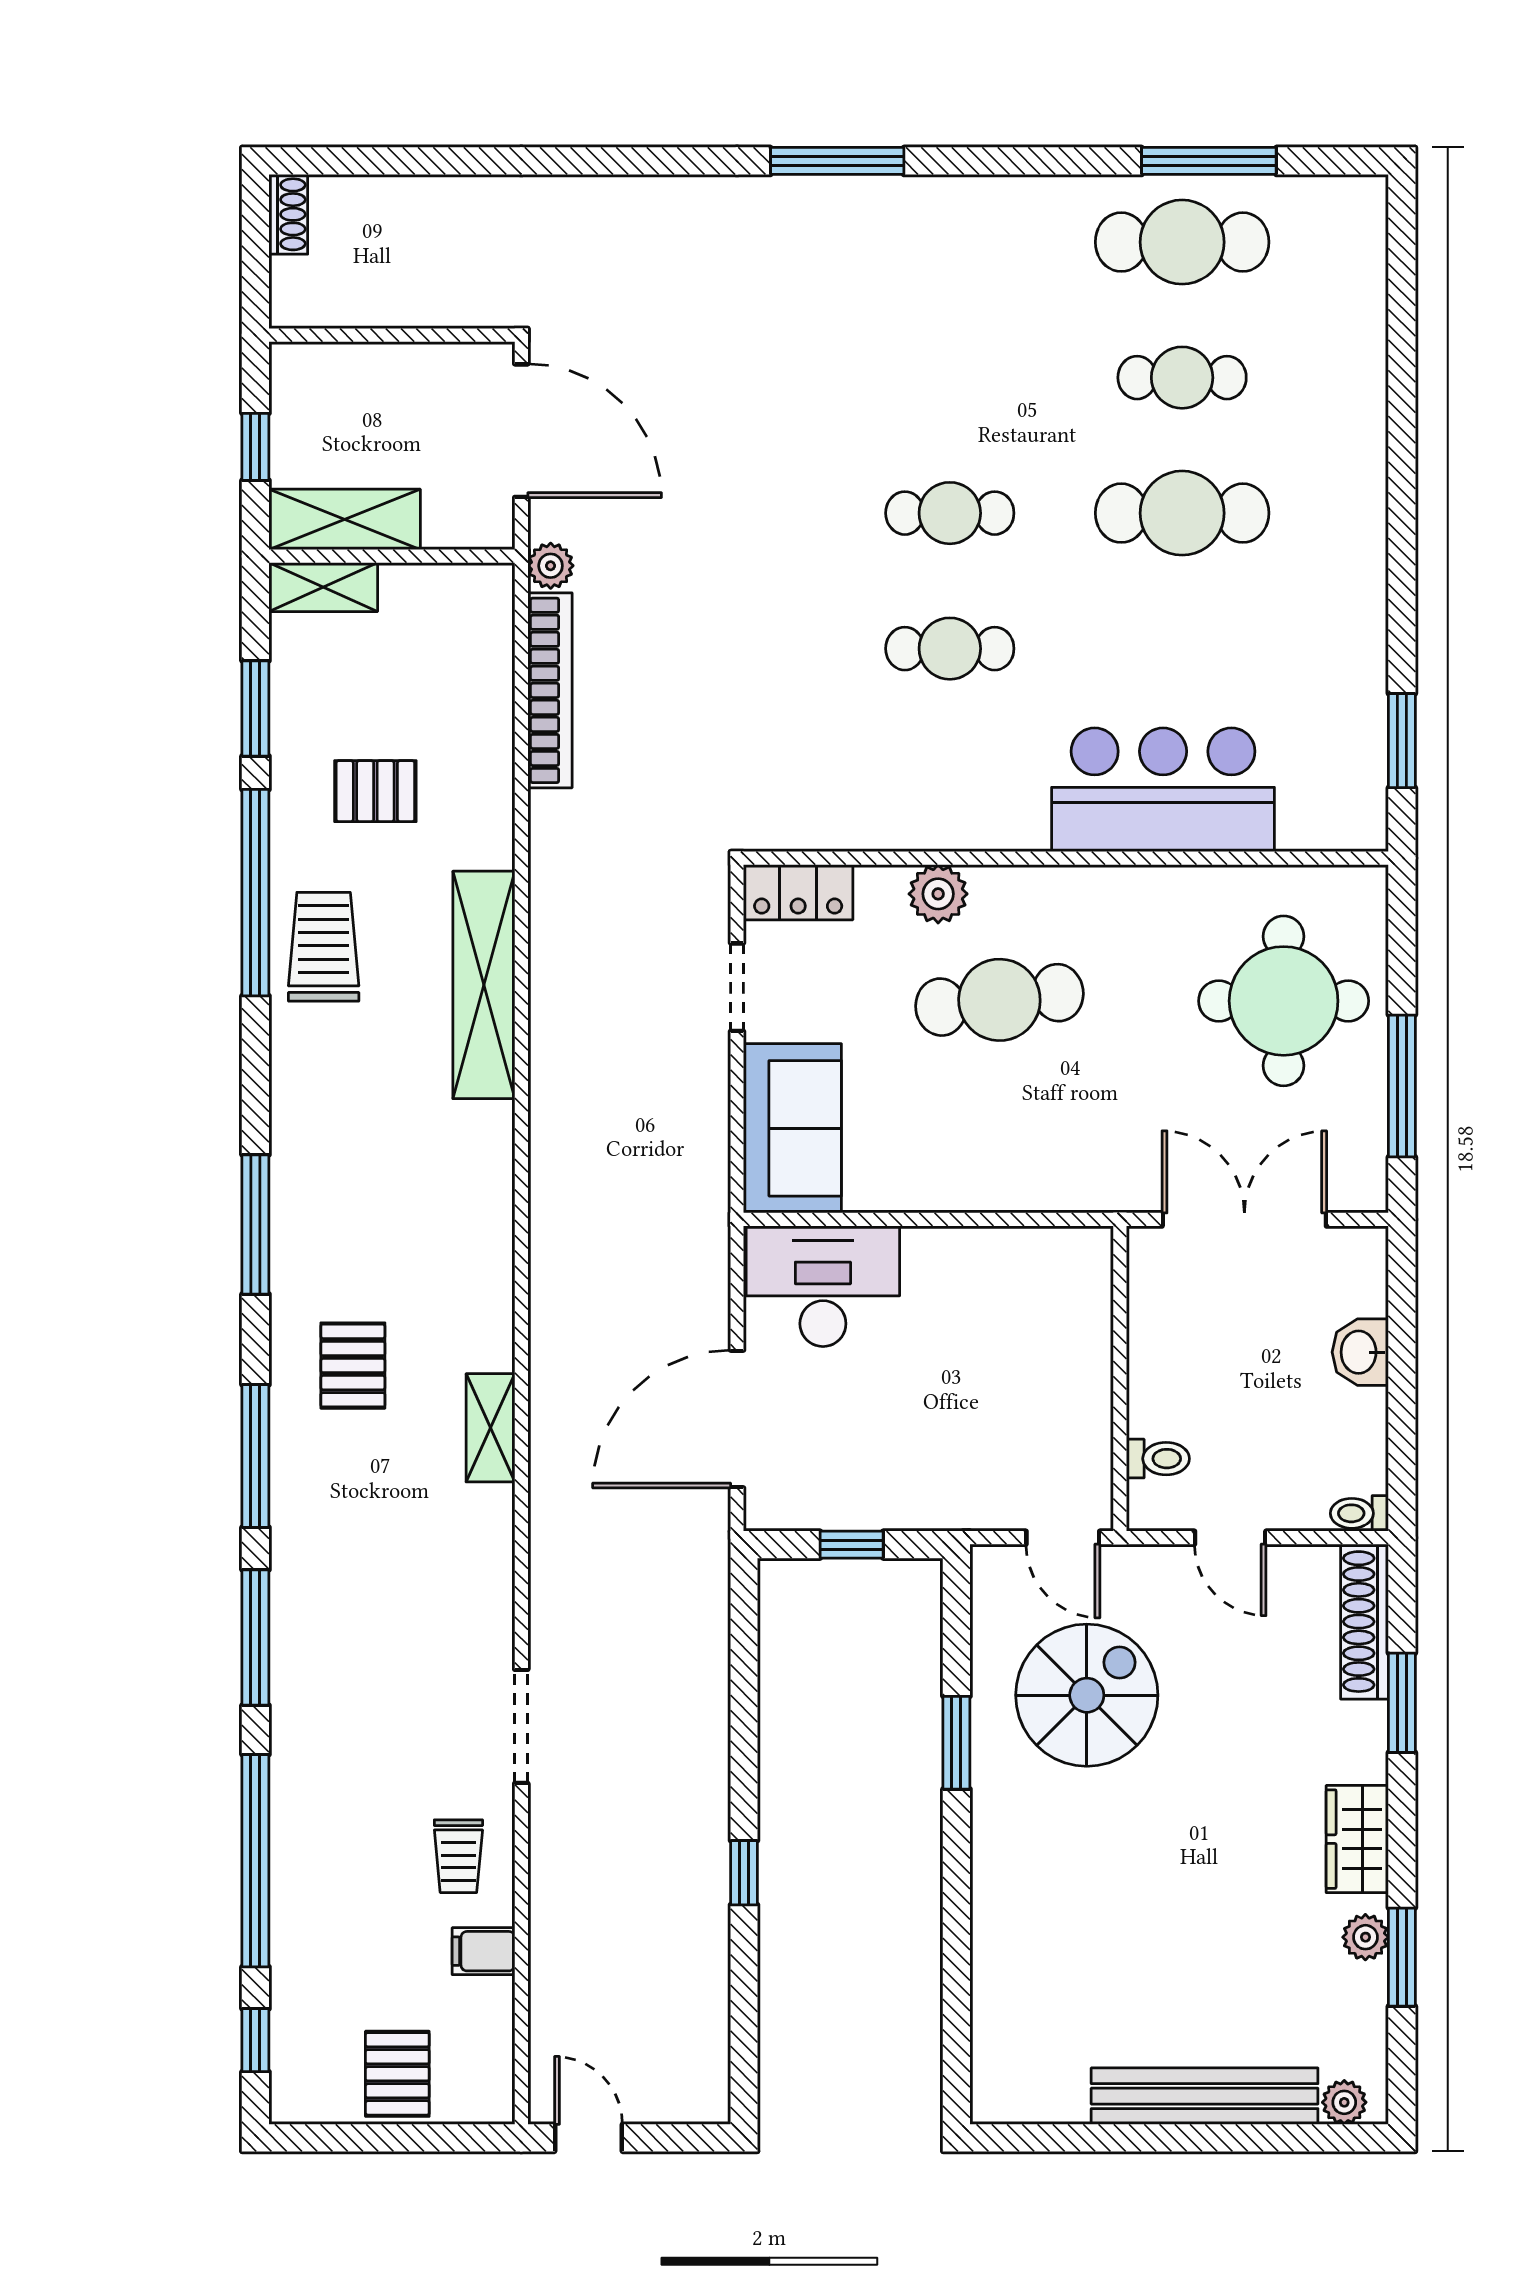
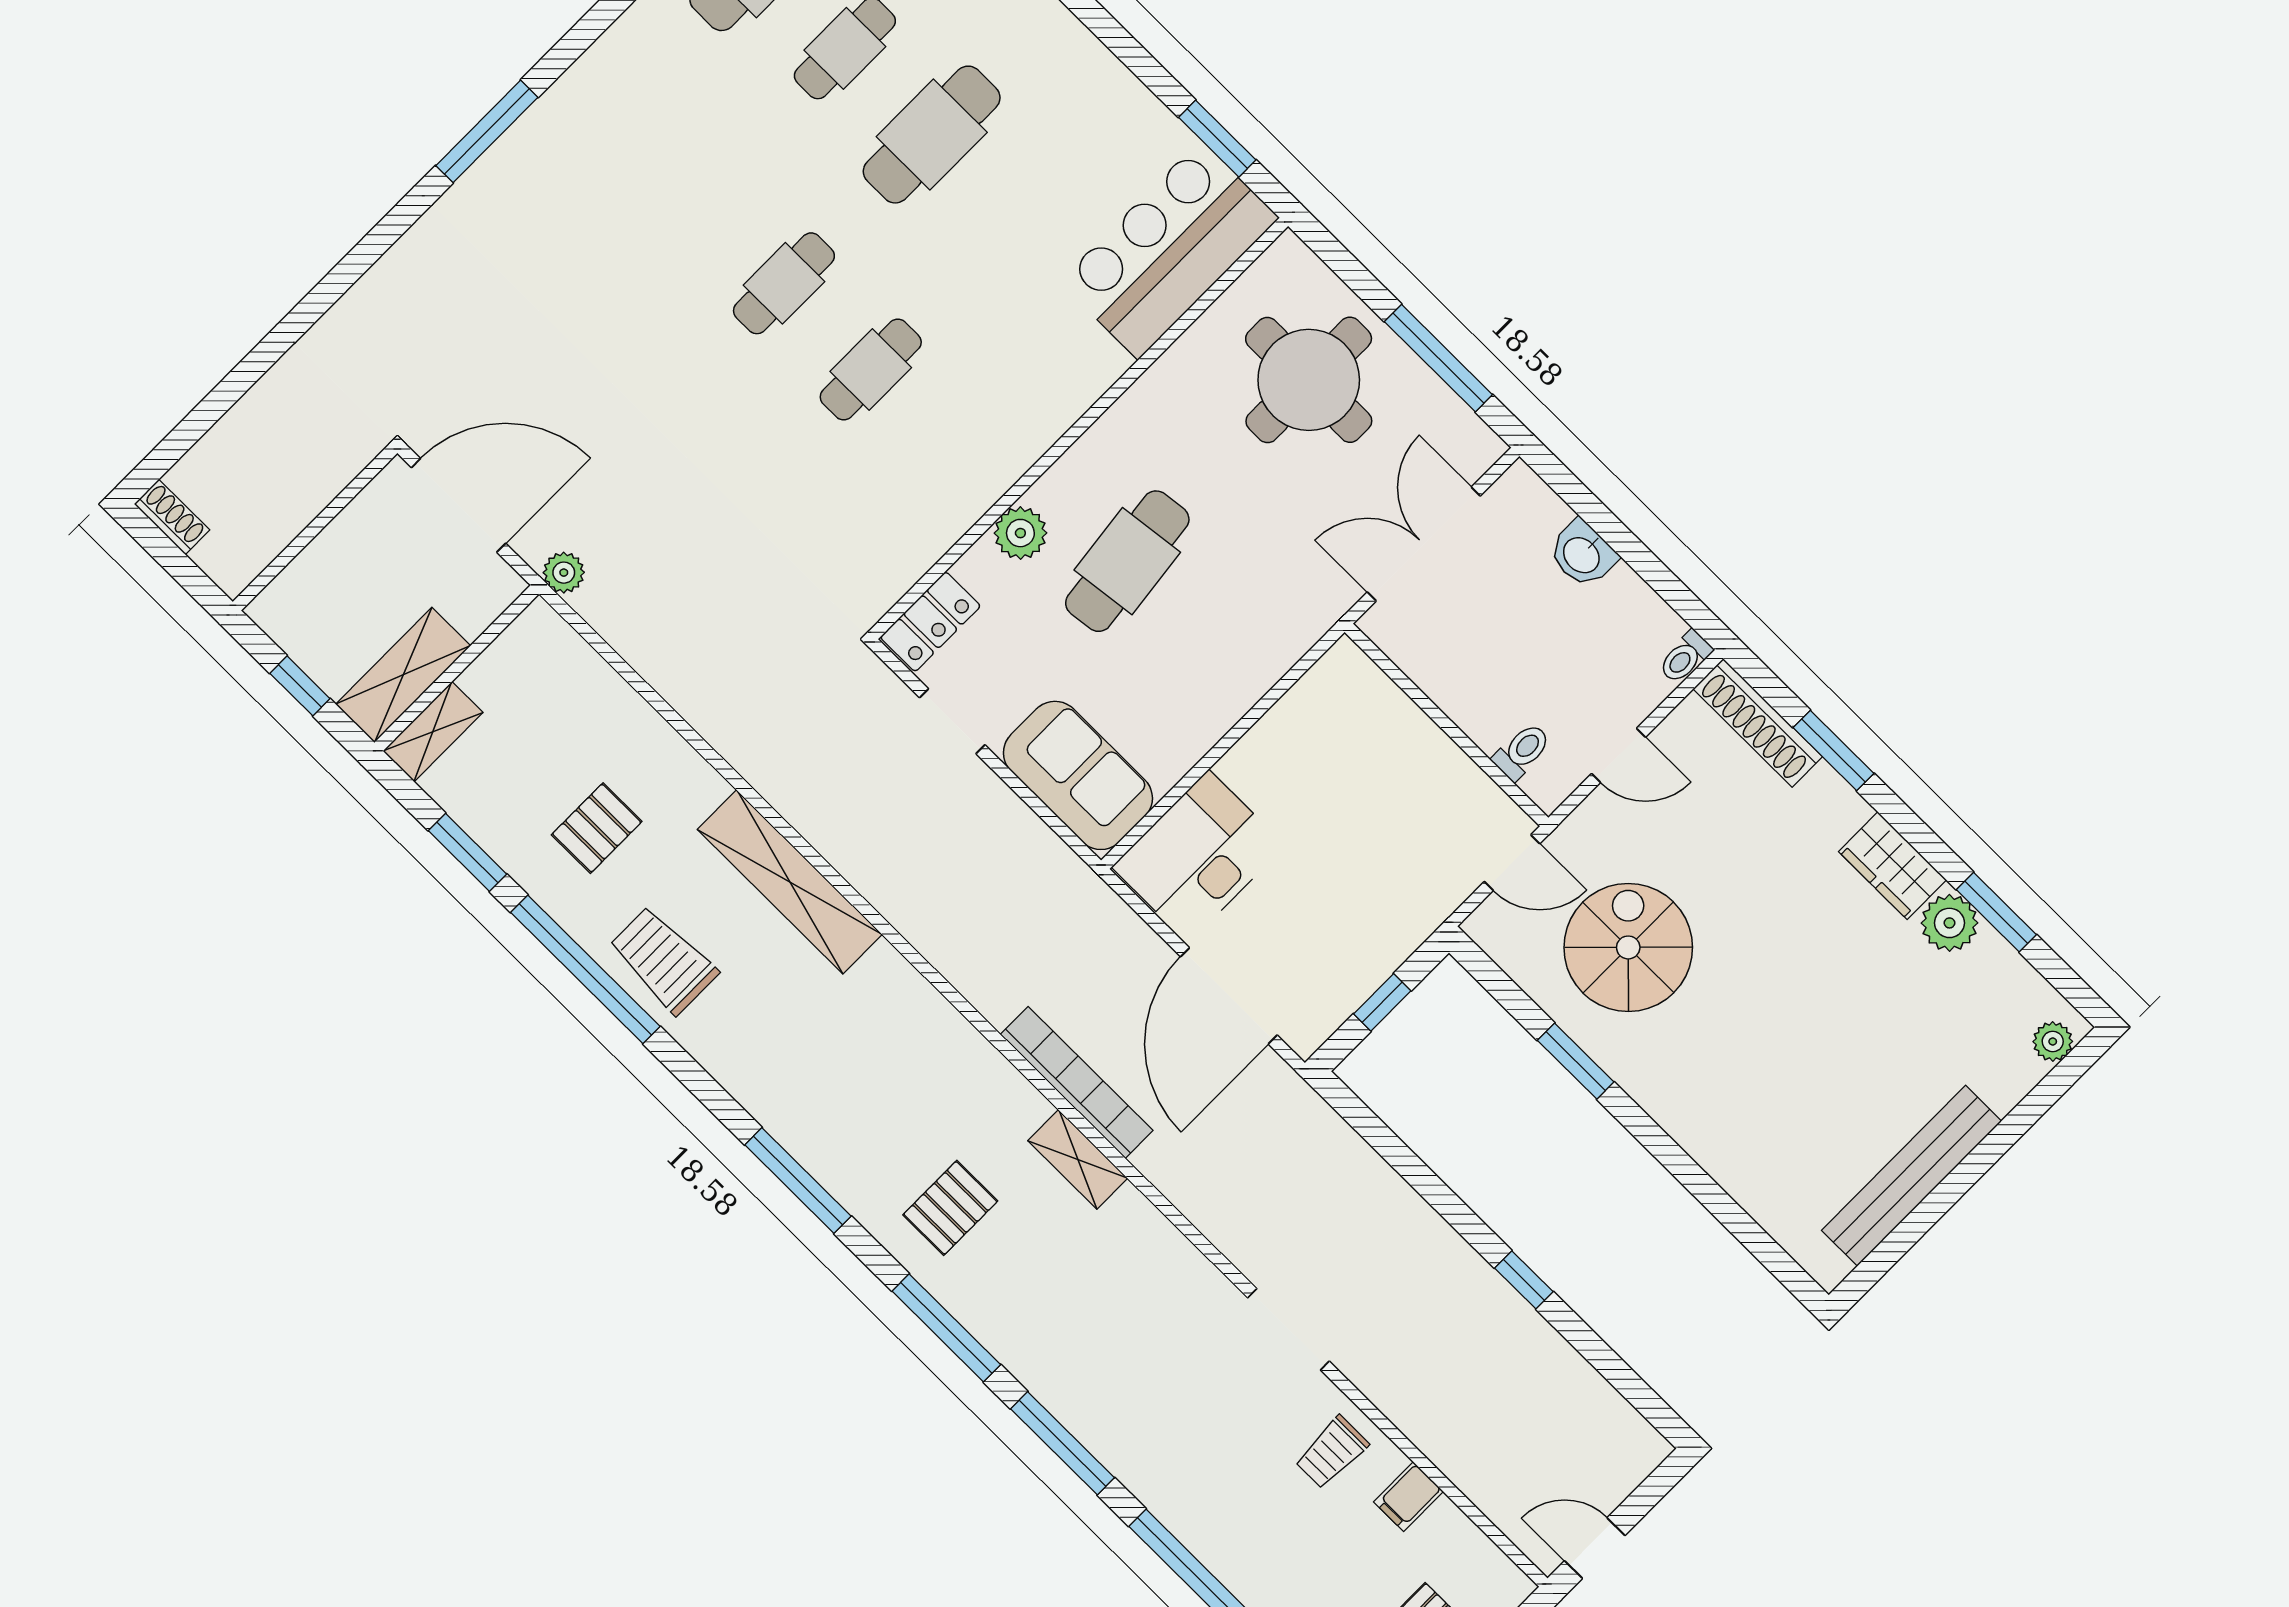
bookcase: (550, 690) -> (1077, 1083), moved
bar counter: (1163, 790) -> (1169, 250), moved
pallet: (353, 1366) -> (950, 1208), turned 90
trolley: (458, 1856) -> (1332, 1452), turned 90
plant: (1365, 1937) -> (1949, 923), width x1.38, depth x1.38
bench: (1205, 2096) -> (1912, 1176), moved

